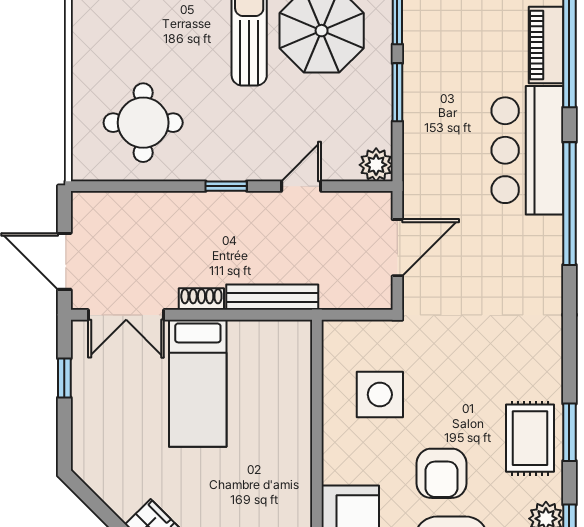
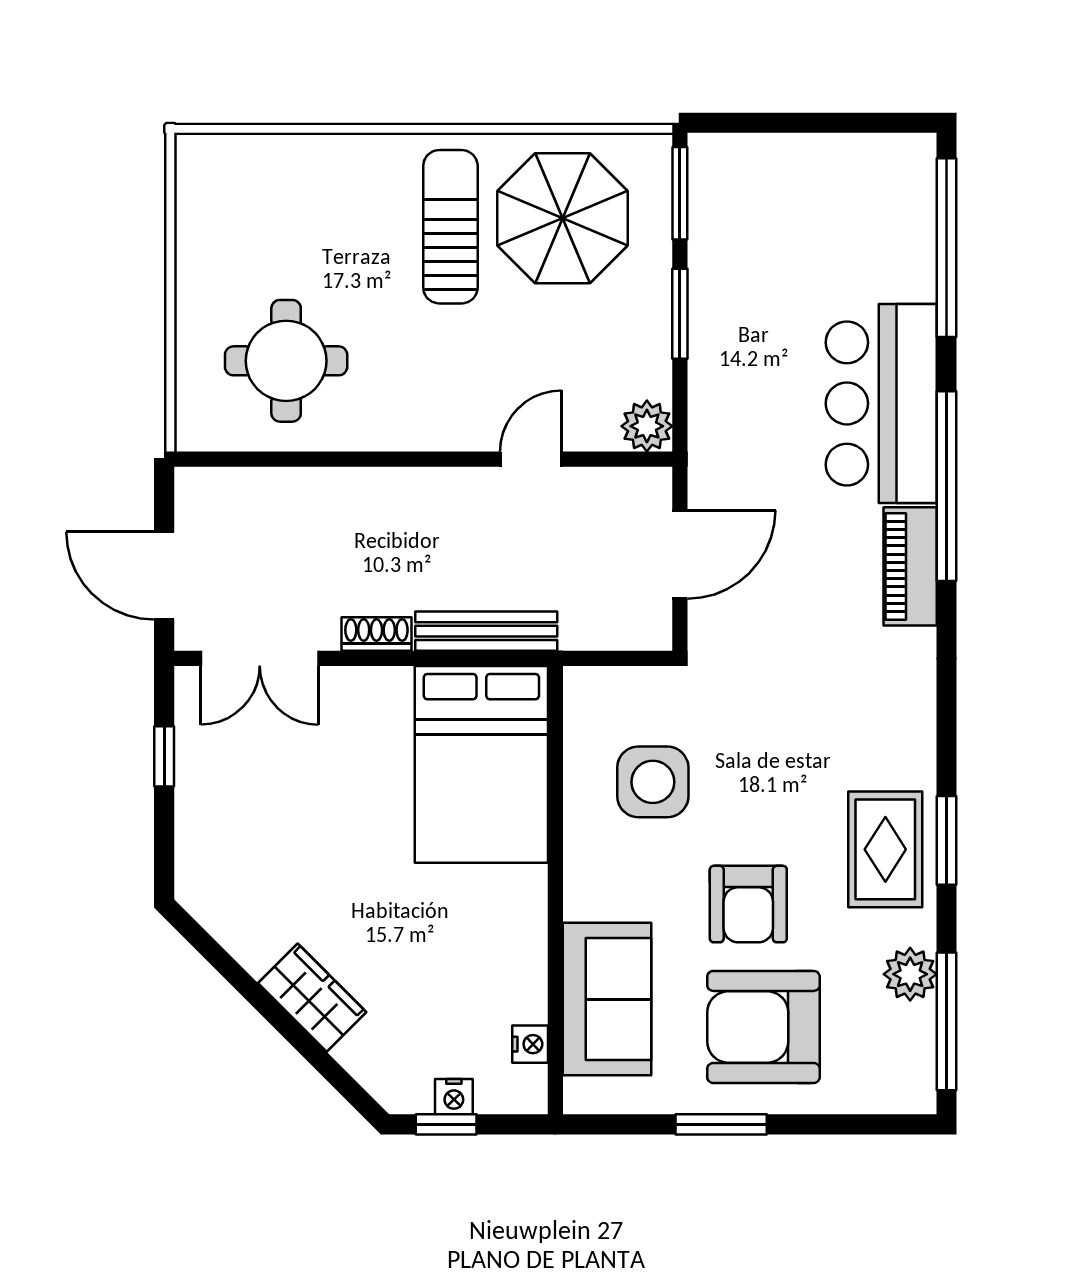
piano: (546, 45) -> (910, 566), moved
window: (226, 186) -> (415, 459), removed
bed: (198, 383) -> (481, 764), moved, width x1.50

